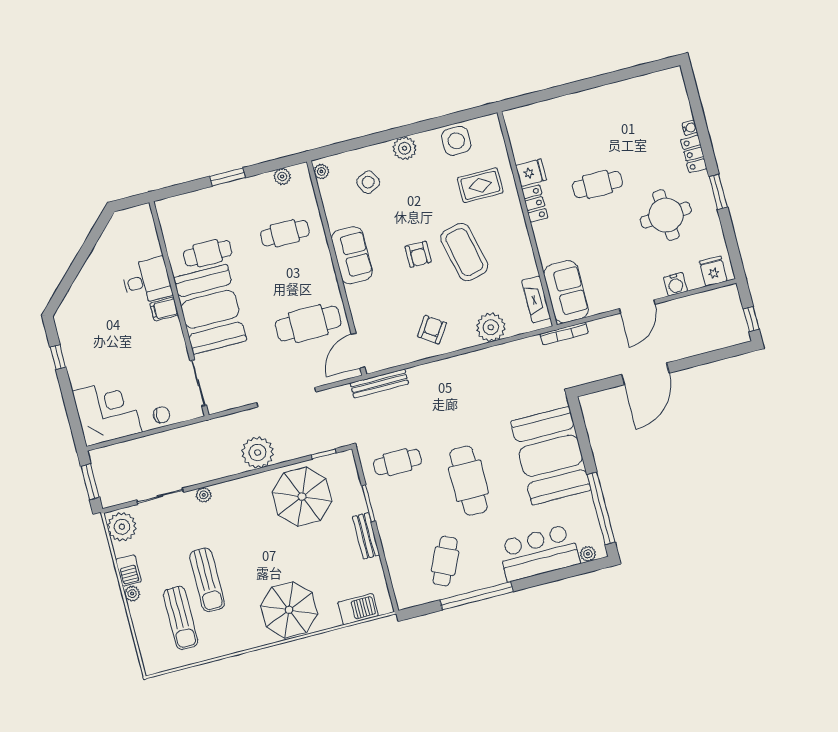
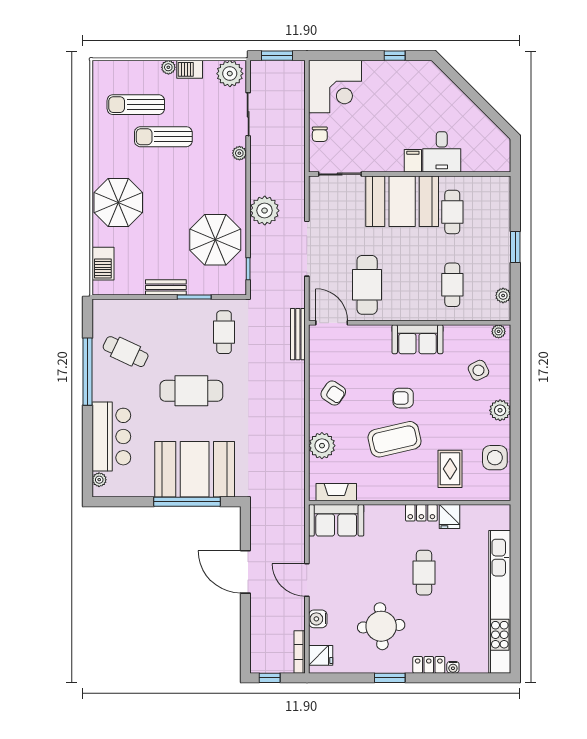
kitchen unit: (608, 96) -> (500, 602), added
bookcase: (564, 334) -> (300, 652), moved
window: (601, 508) -> (187, 502), moved

